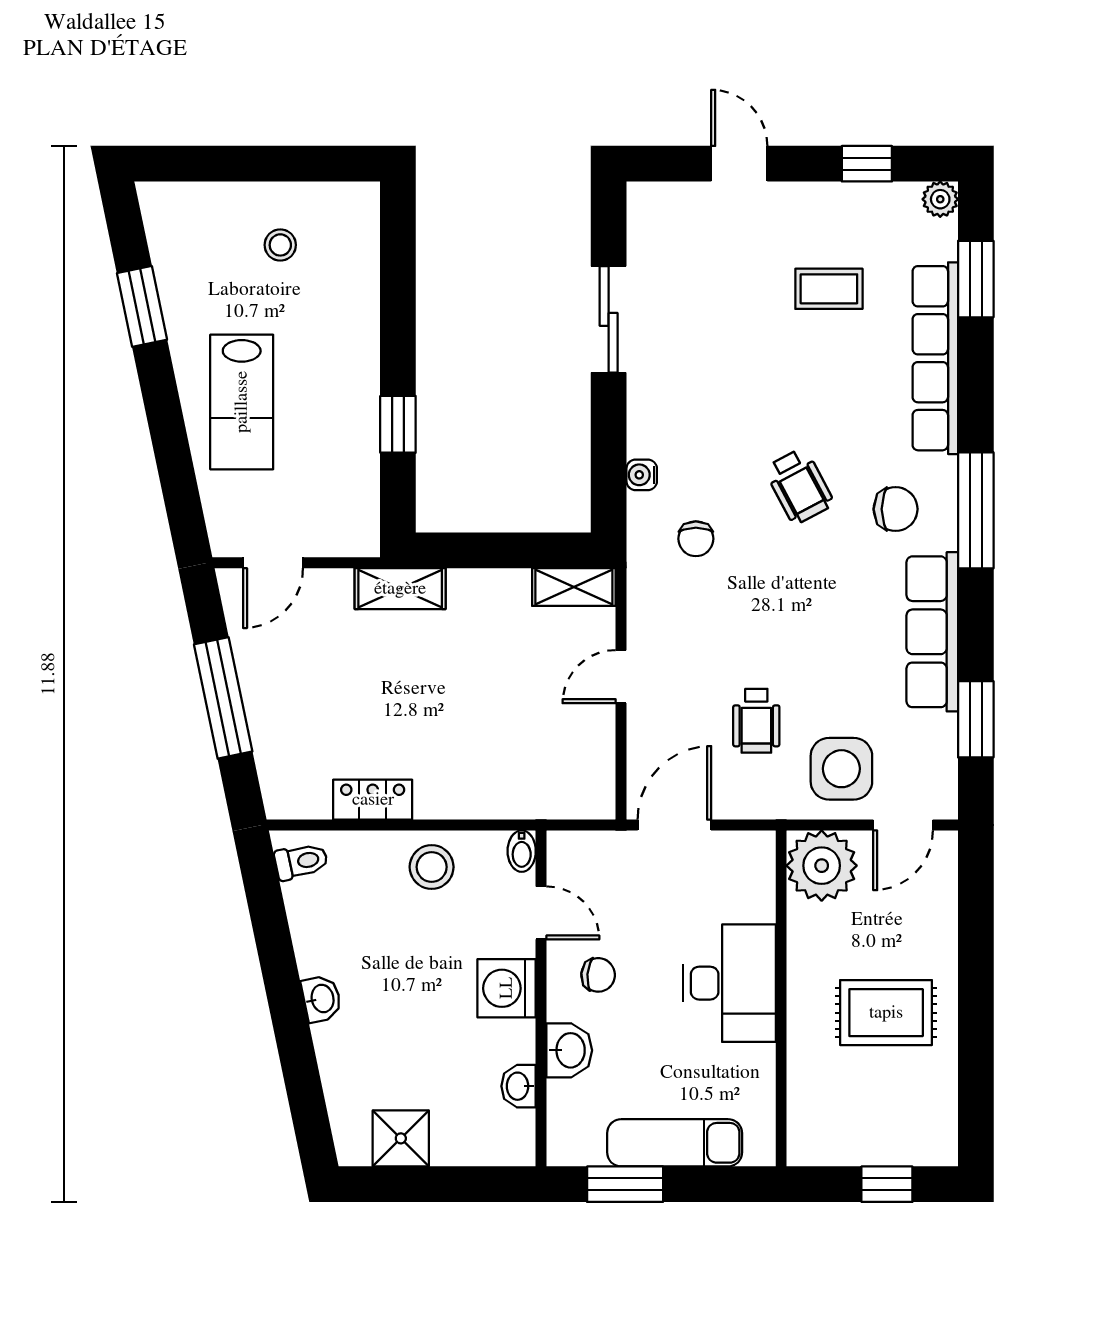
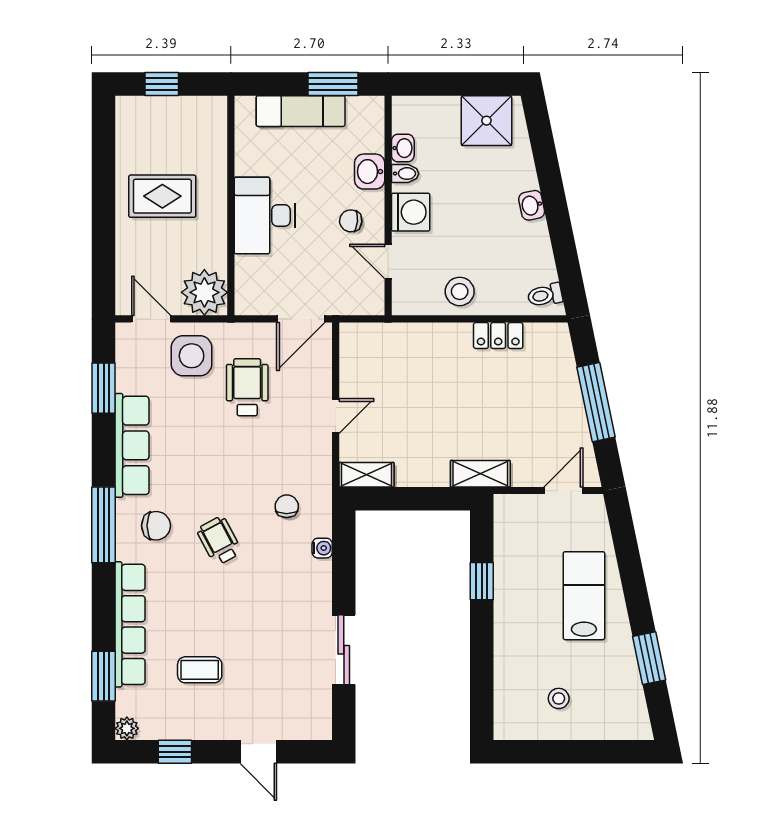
chair: (896, 509) -> (156, 526), turned 180
wheelchair: (756, 721) -> (247, 387), width x1.36, depth x1.37
door: (903, 825) -> (151, 319), hinge flipped
bidet: (522, 851) -> (405, 174), moved, turned 90
shower: (401, 1138) -> (486, 121), width x1.36, depth x1.36

